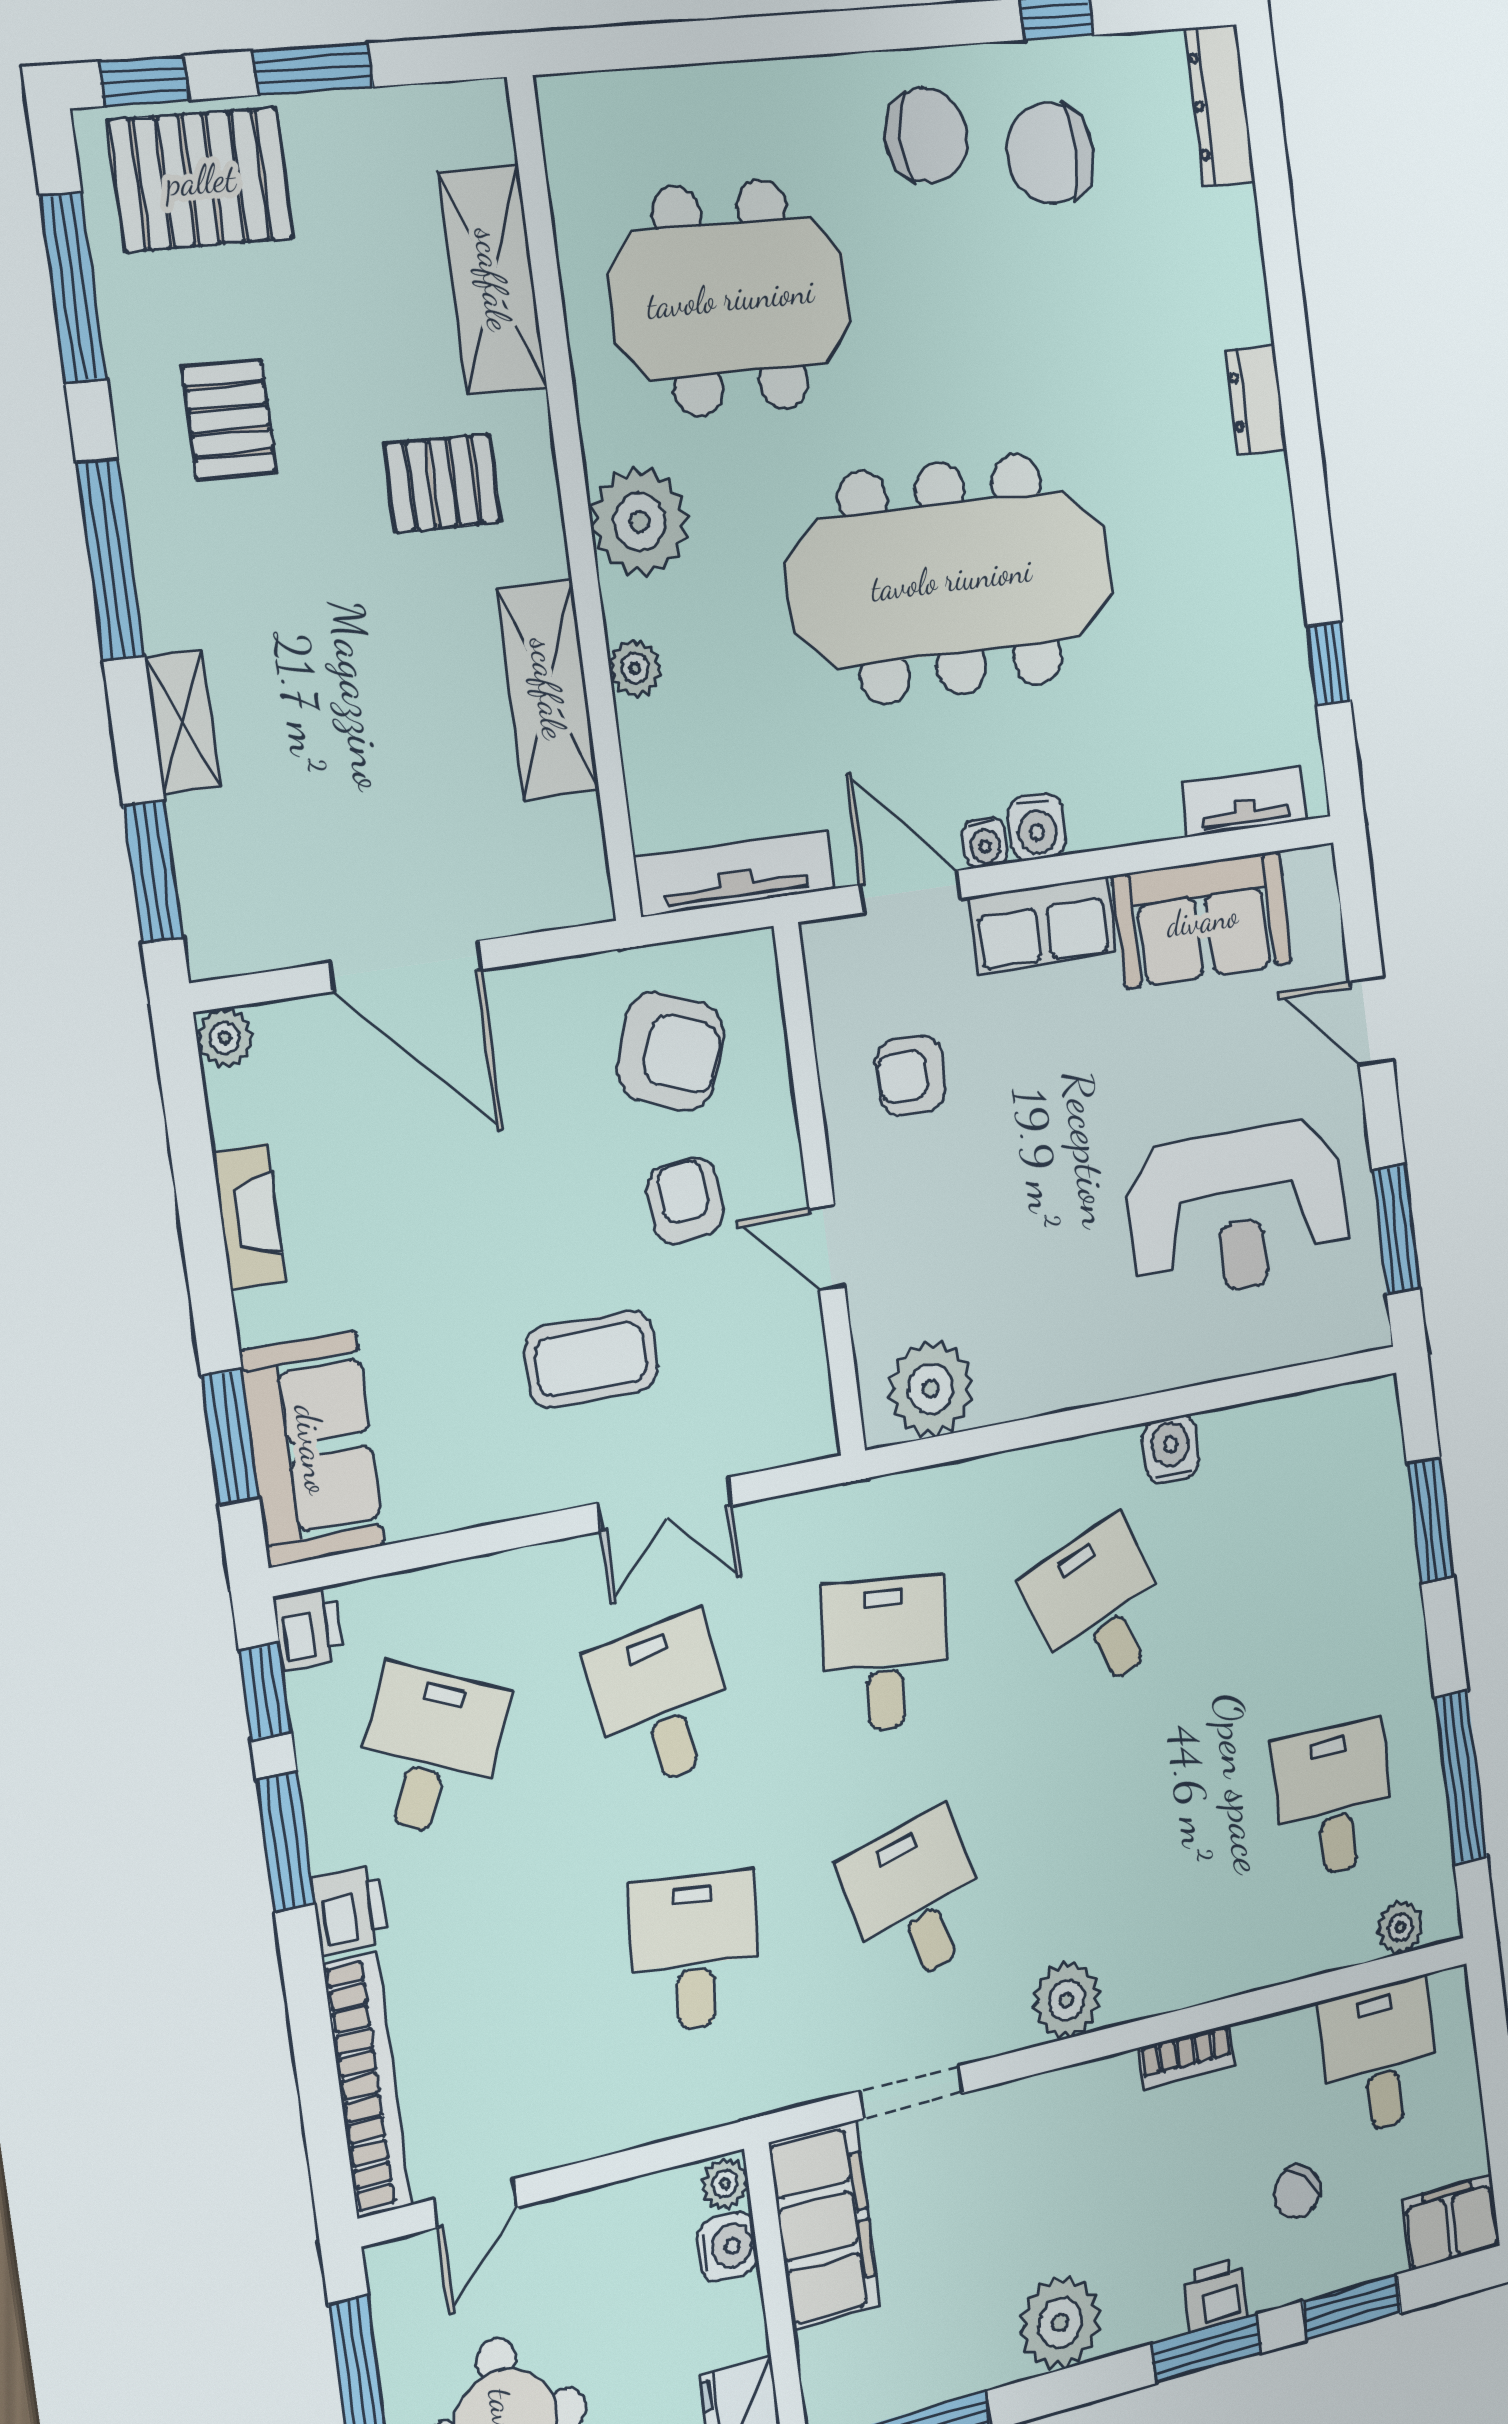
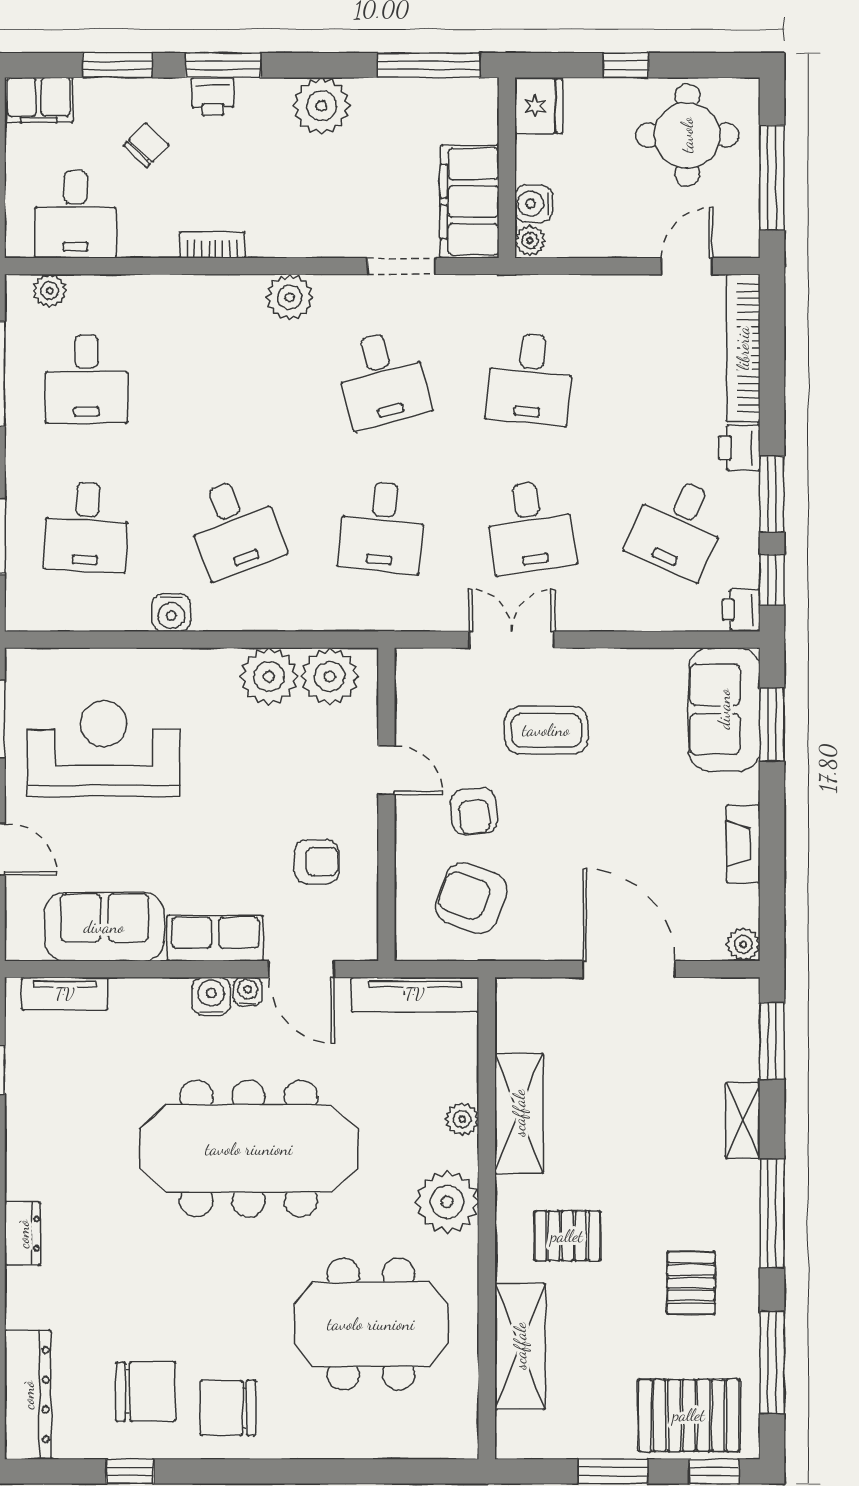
dresser: (1220, 105) -> (28, 1395), width x1.37, depth x1.24
plant: (1019, 1372) -> (269, 676), added
desk: (1305, 1563) -> (87, 527), added

